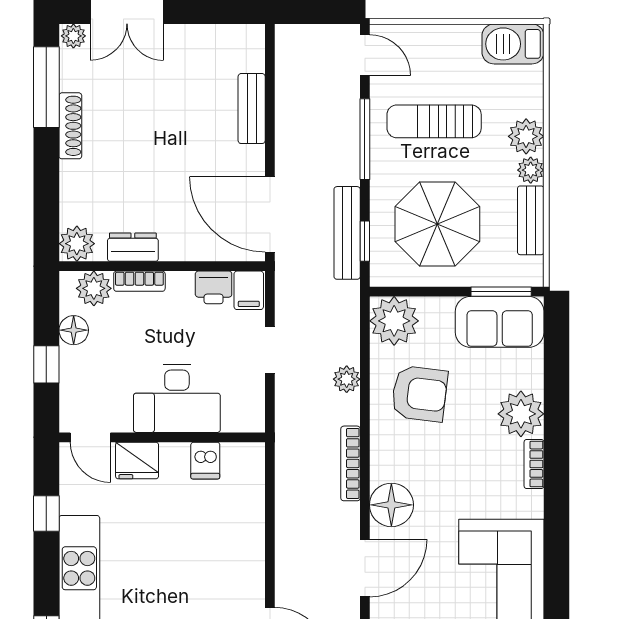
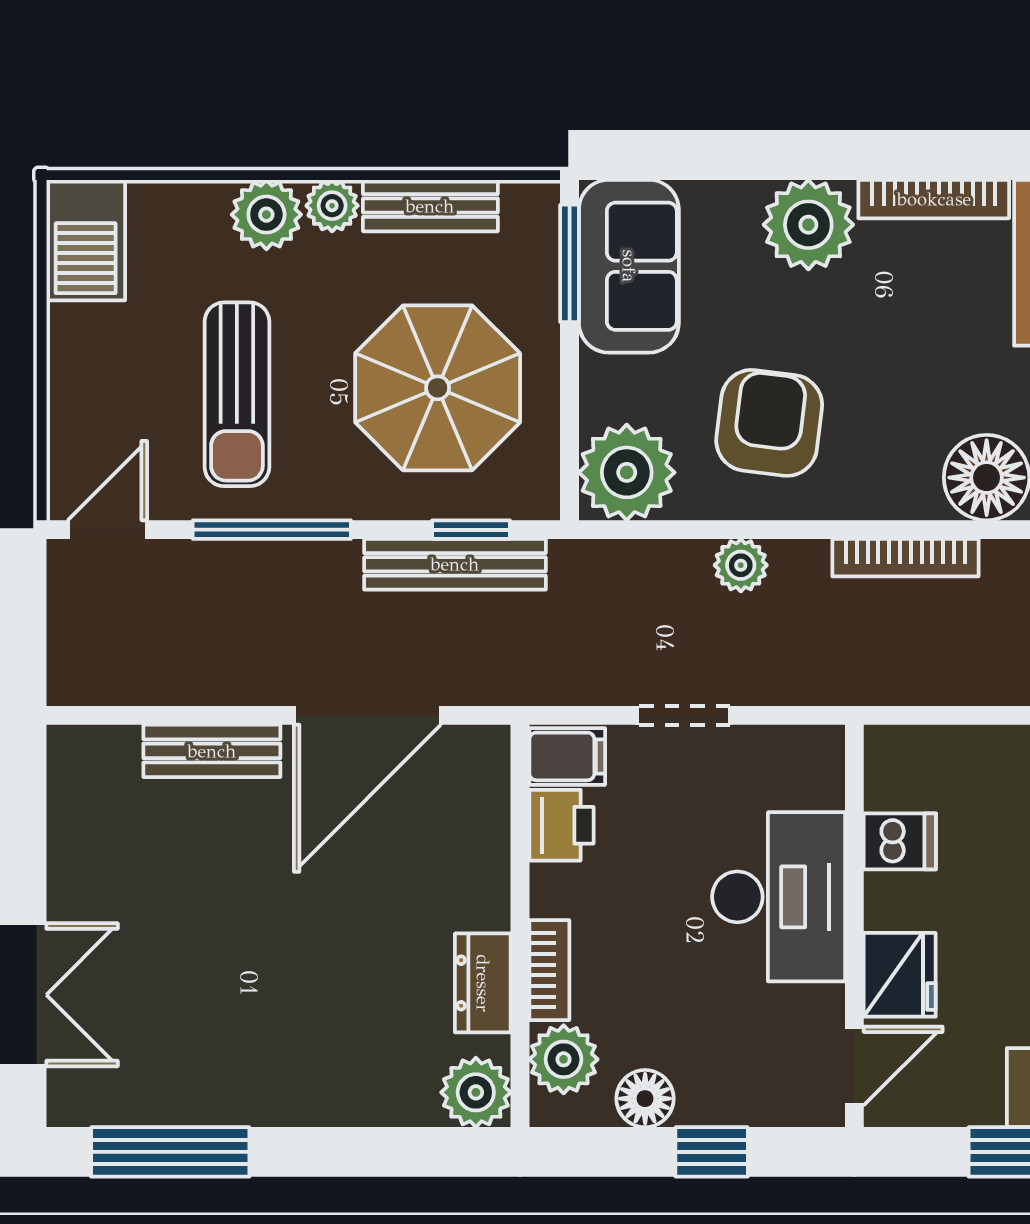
plant: (73, 36) -> (70, 1099), removed
shoe rack: (70, 126) -> (246, 1105), removed
door: (270, 214) -> (367, 715), moved
bookcase: (534, 464) -> (934, 199), width x1.56

